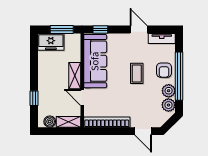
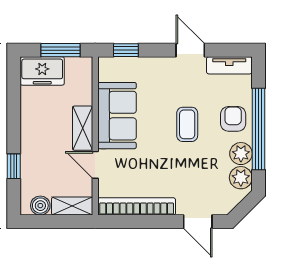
sofa: (95, 61) -> (117, 116), width x0.73
armchair: (164, 70) -> (233, 119), turned 180

